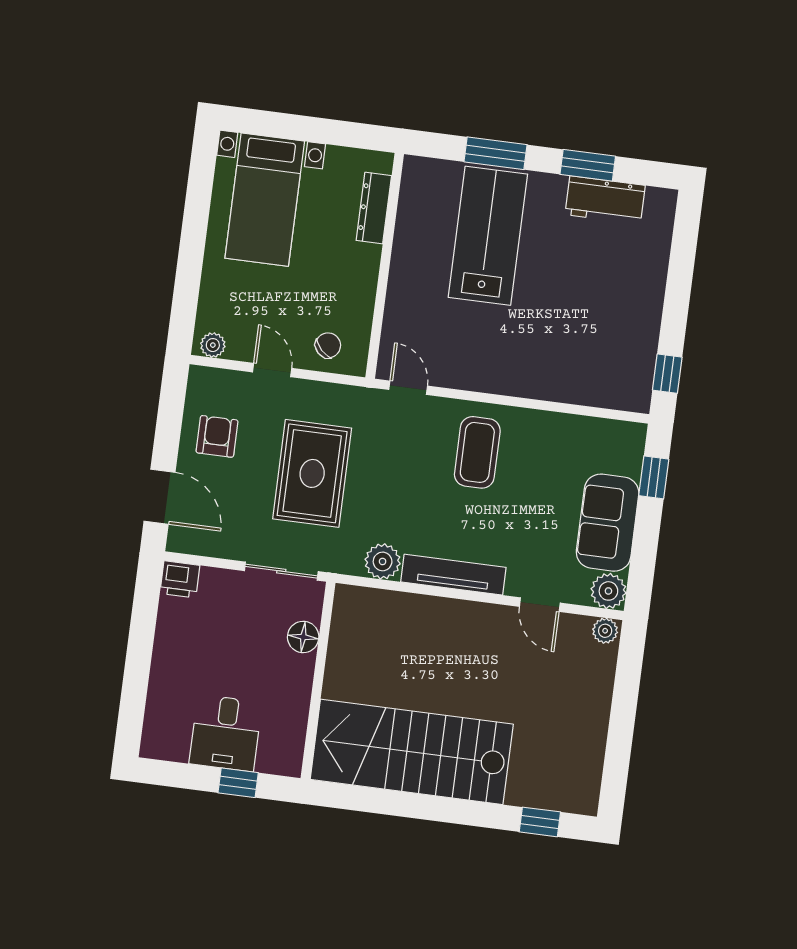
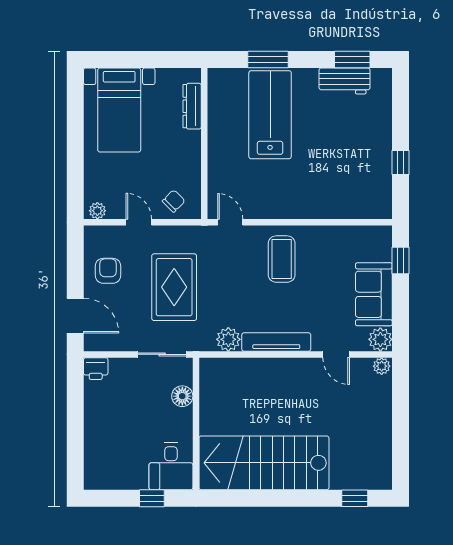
window: (588, 165) -> (352, 59), moved
window: (667, 374) -> (401, 162), moved
desk: (226, 733) -> (171, 466), moved

